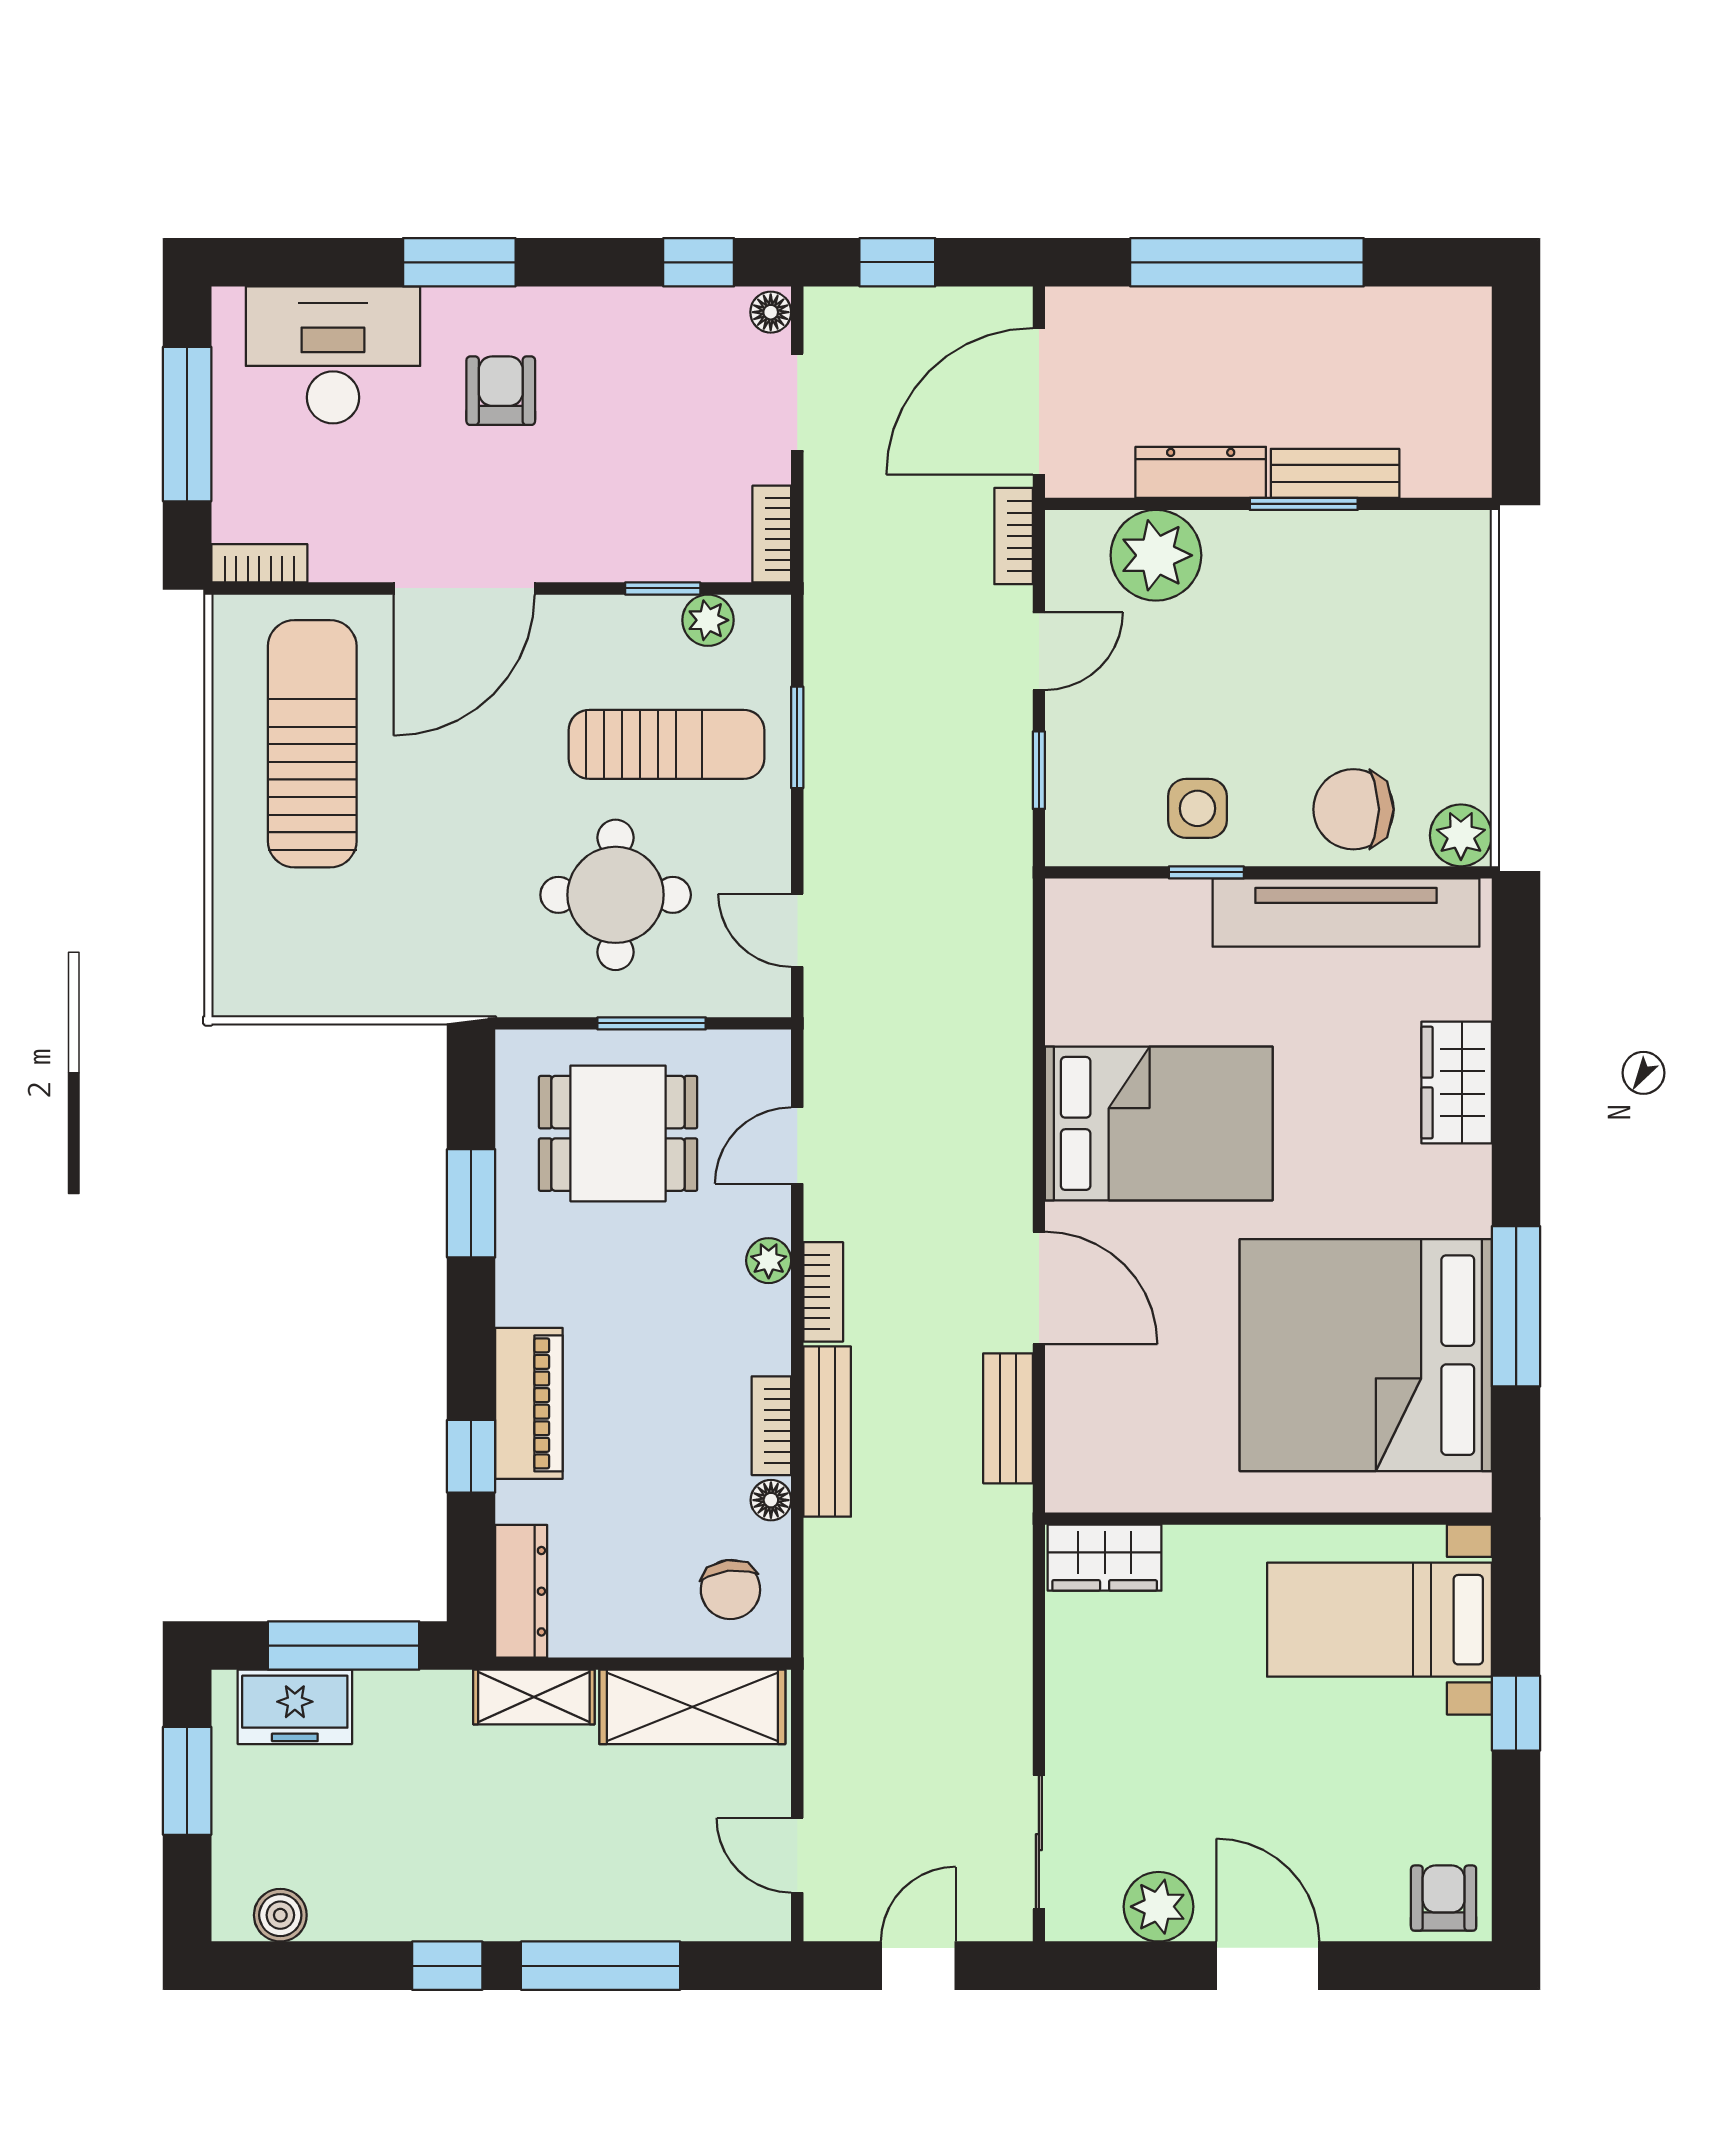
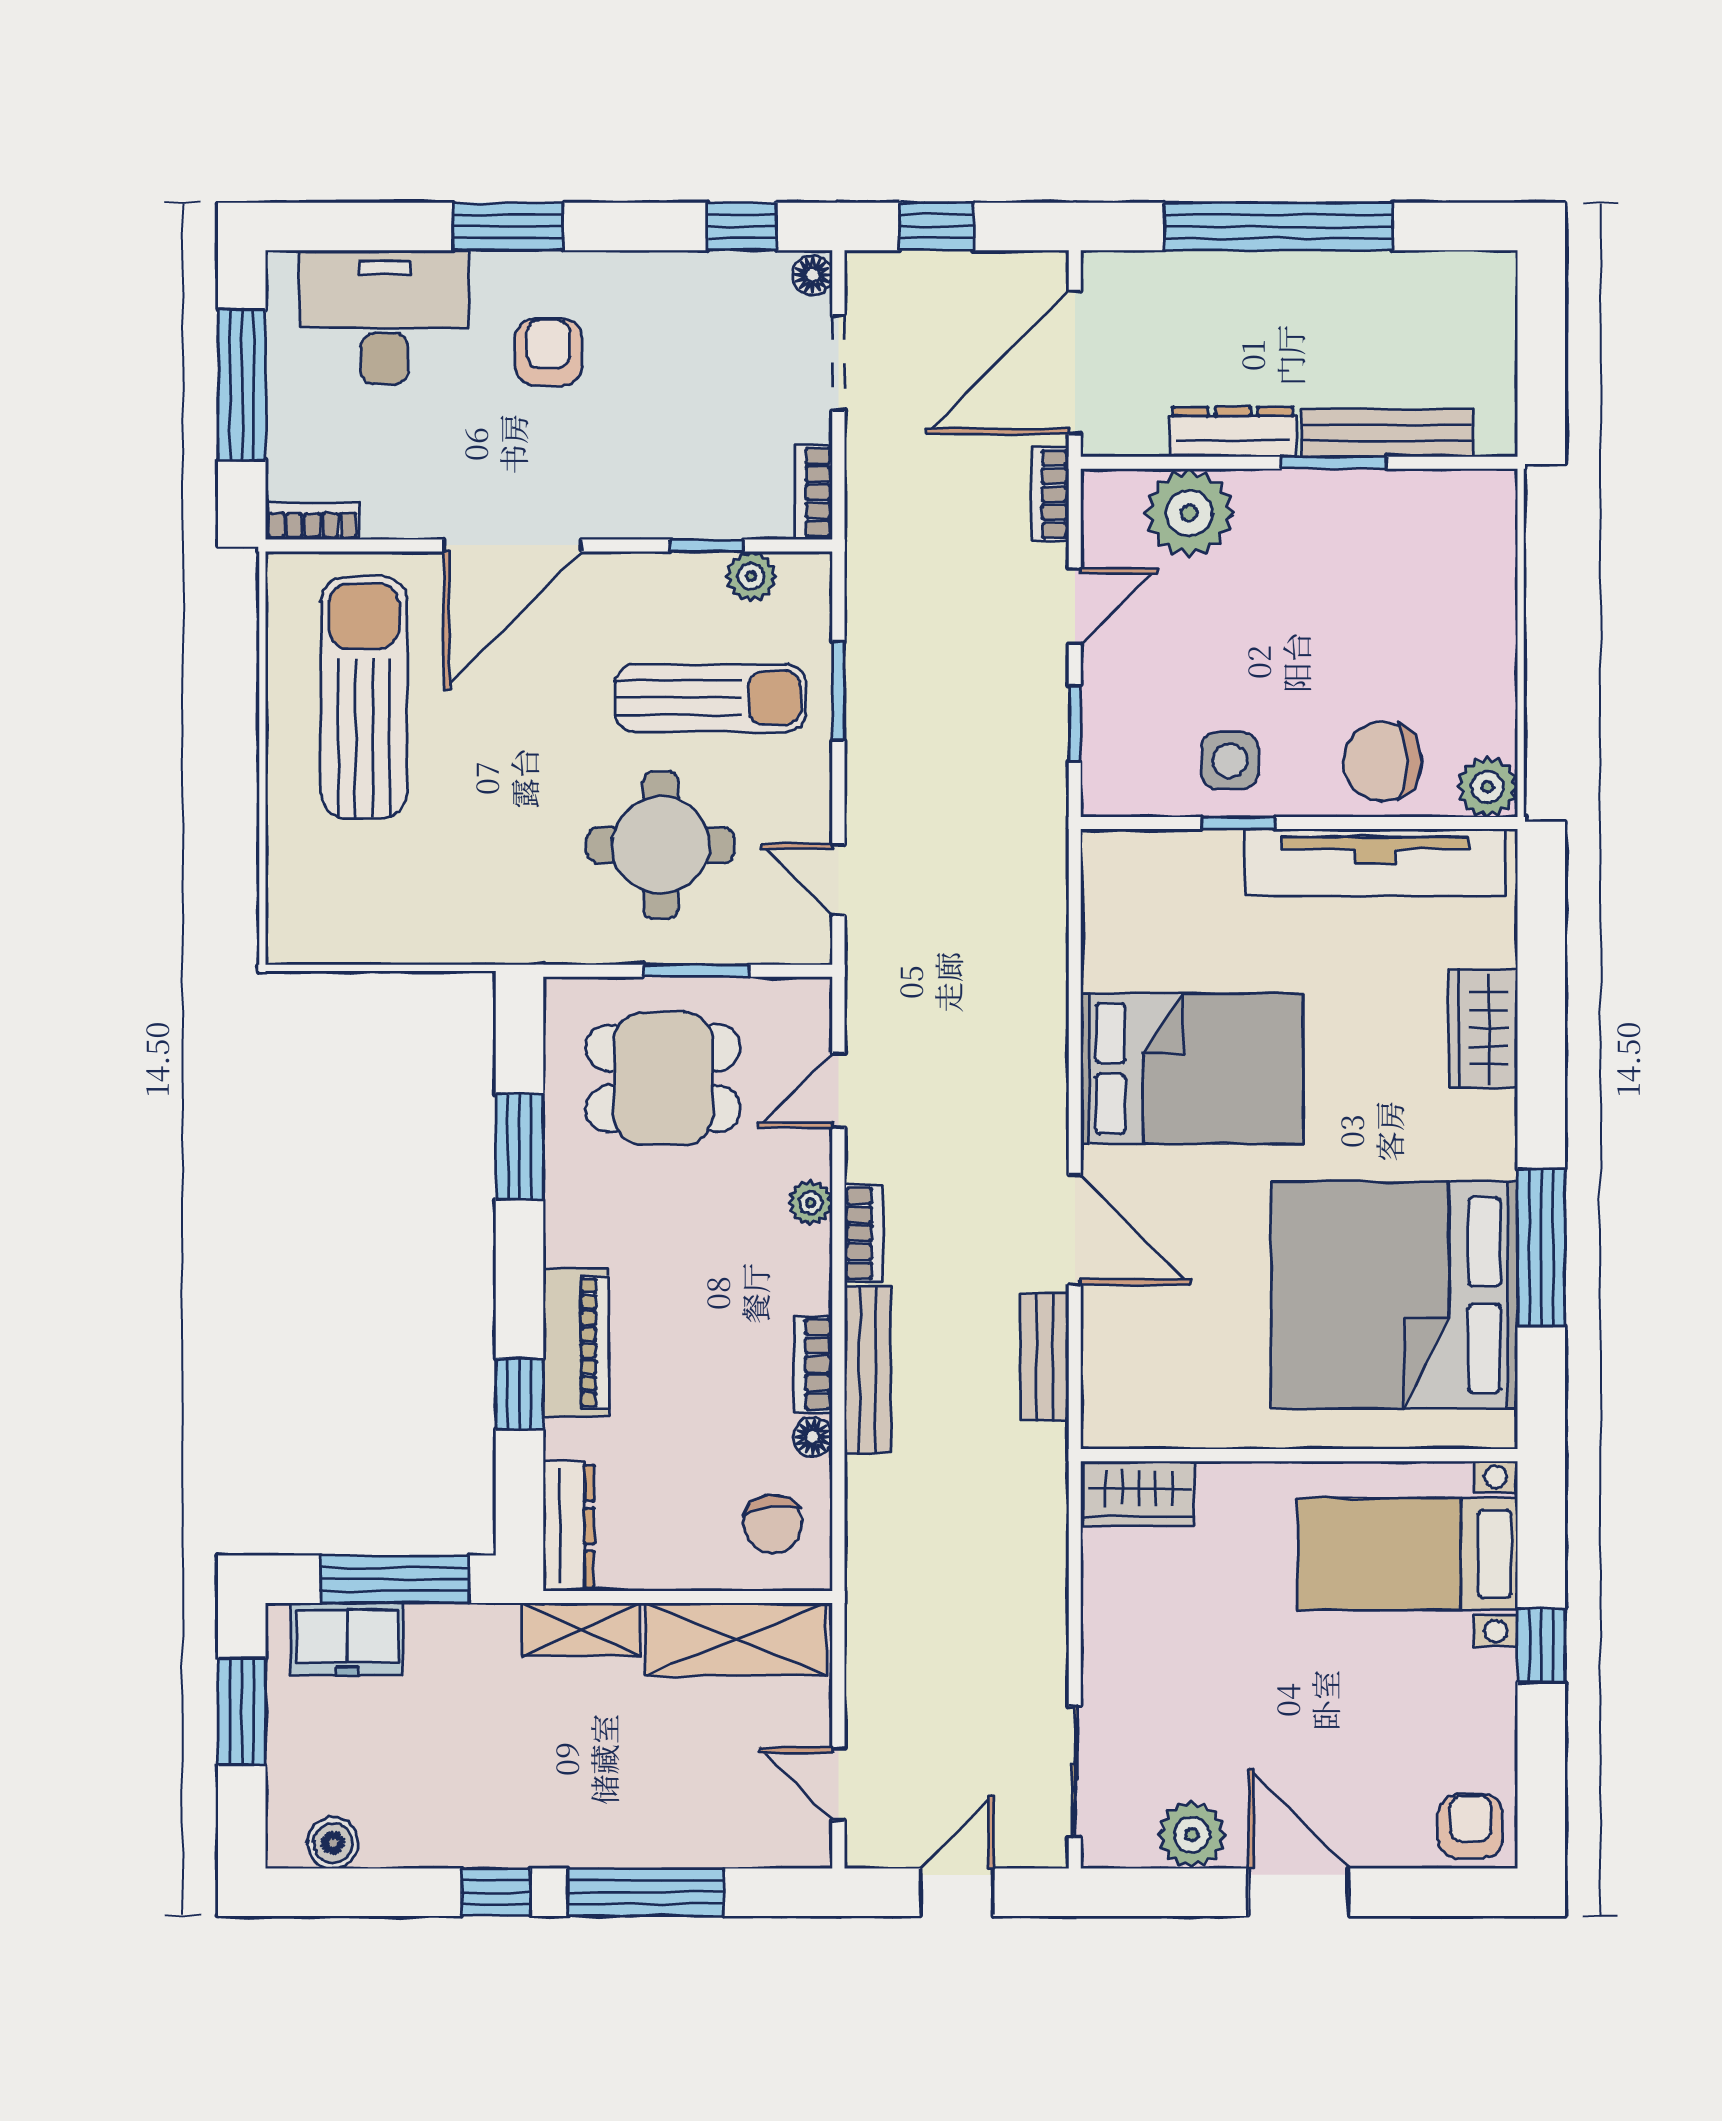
bench: (1335, 473) -> (1387, 433), width x1.36

